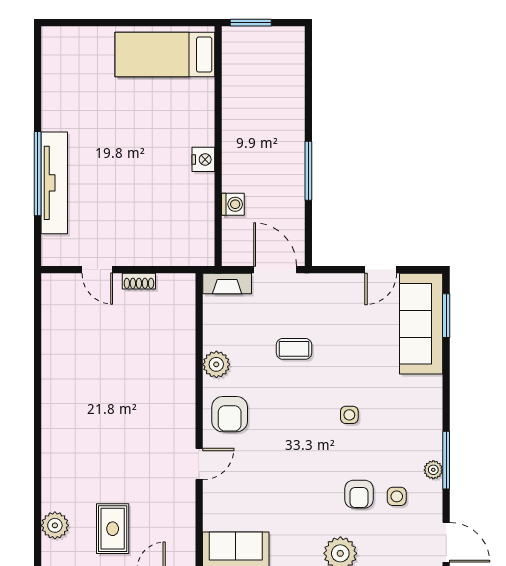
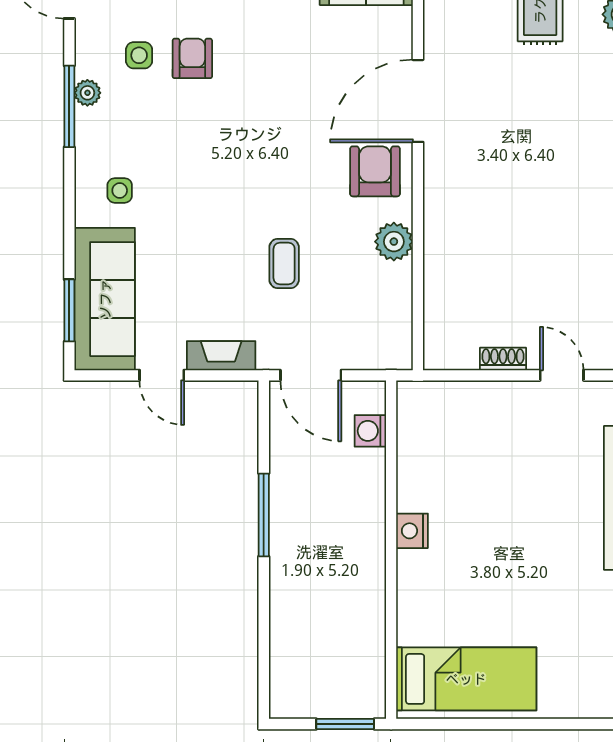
washing machine: (233, 204) -> (370, 431), moved
door: (381, 270) -> (162, 375), swing flipped
fireplace: (227, 284) -> (221, 356), moved
coffee table: (294, 349) -> (284, 263), turned 90
side table: (349, 415) -> (120, 190), moved
door: (199, 464) -> (418, 101), width x1.88

